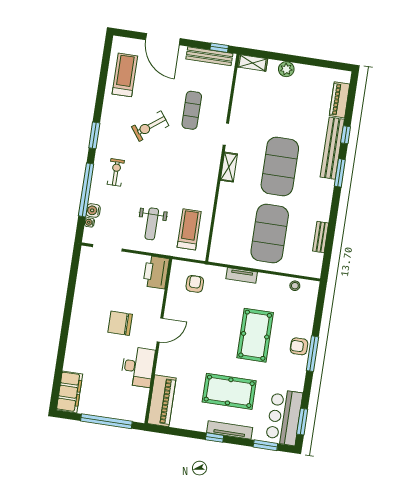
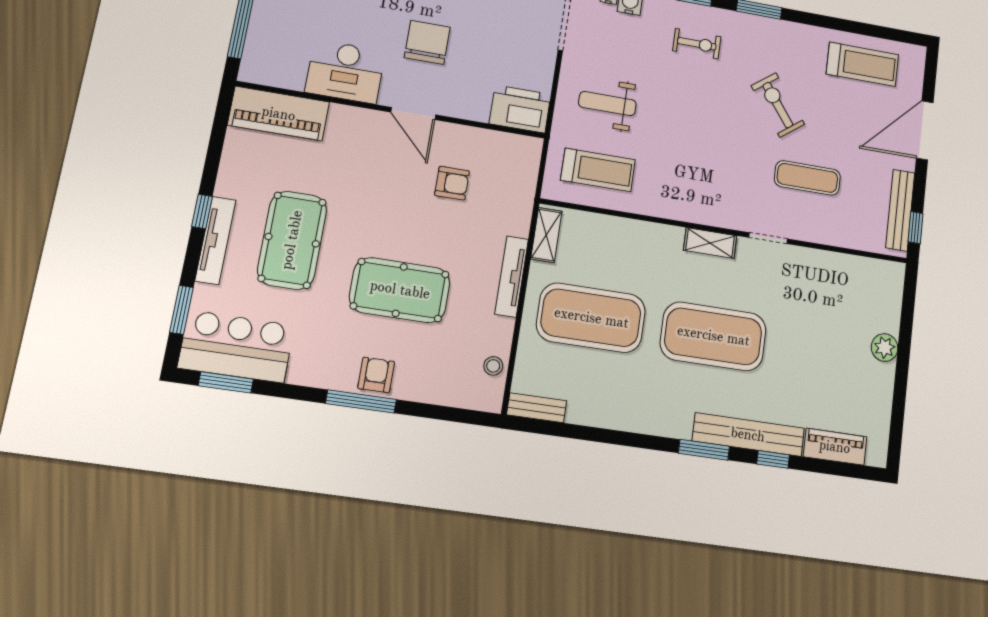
shelving: (253, 63) -> (546, 235), moved
bench: (321, 237) -> (537, 408), moved
tv unit: (242, 275) -> (512, 277), width x1.41
armchair: (195, 284) -> (452, 183), moved

